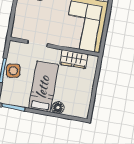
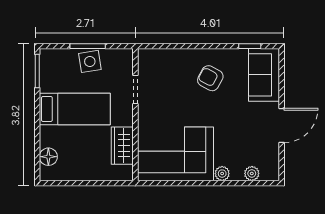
floor lamp: (58, 108) -> (48, 157), moved

